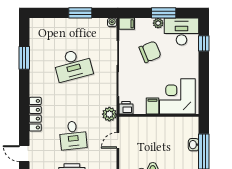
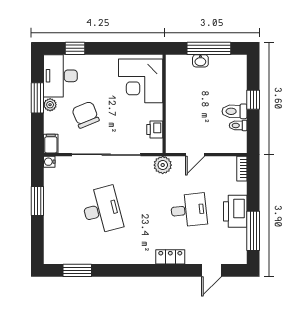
window: (24, 58) -> (77, 270), moved
filing cabinet: (153, 106) -> (153, 112), removed
printer: (126, 108) -> (155, 129), moved
locker: (35, 114) -> (170, 257), width x0.66
door: (118, 140) -> (195, 155), hinge flipped

